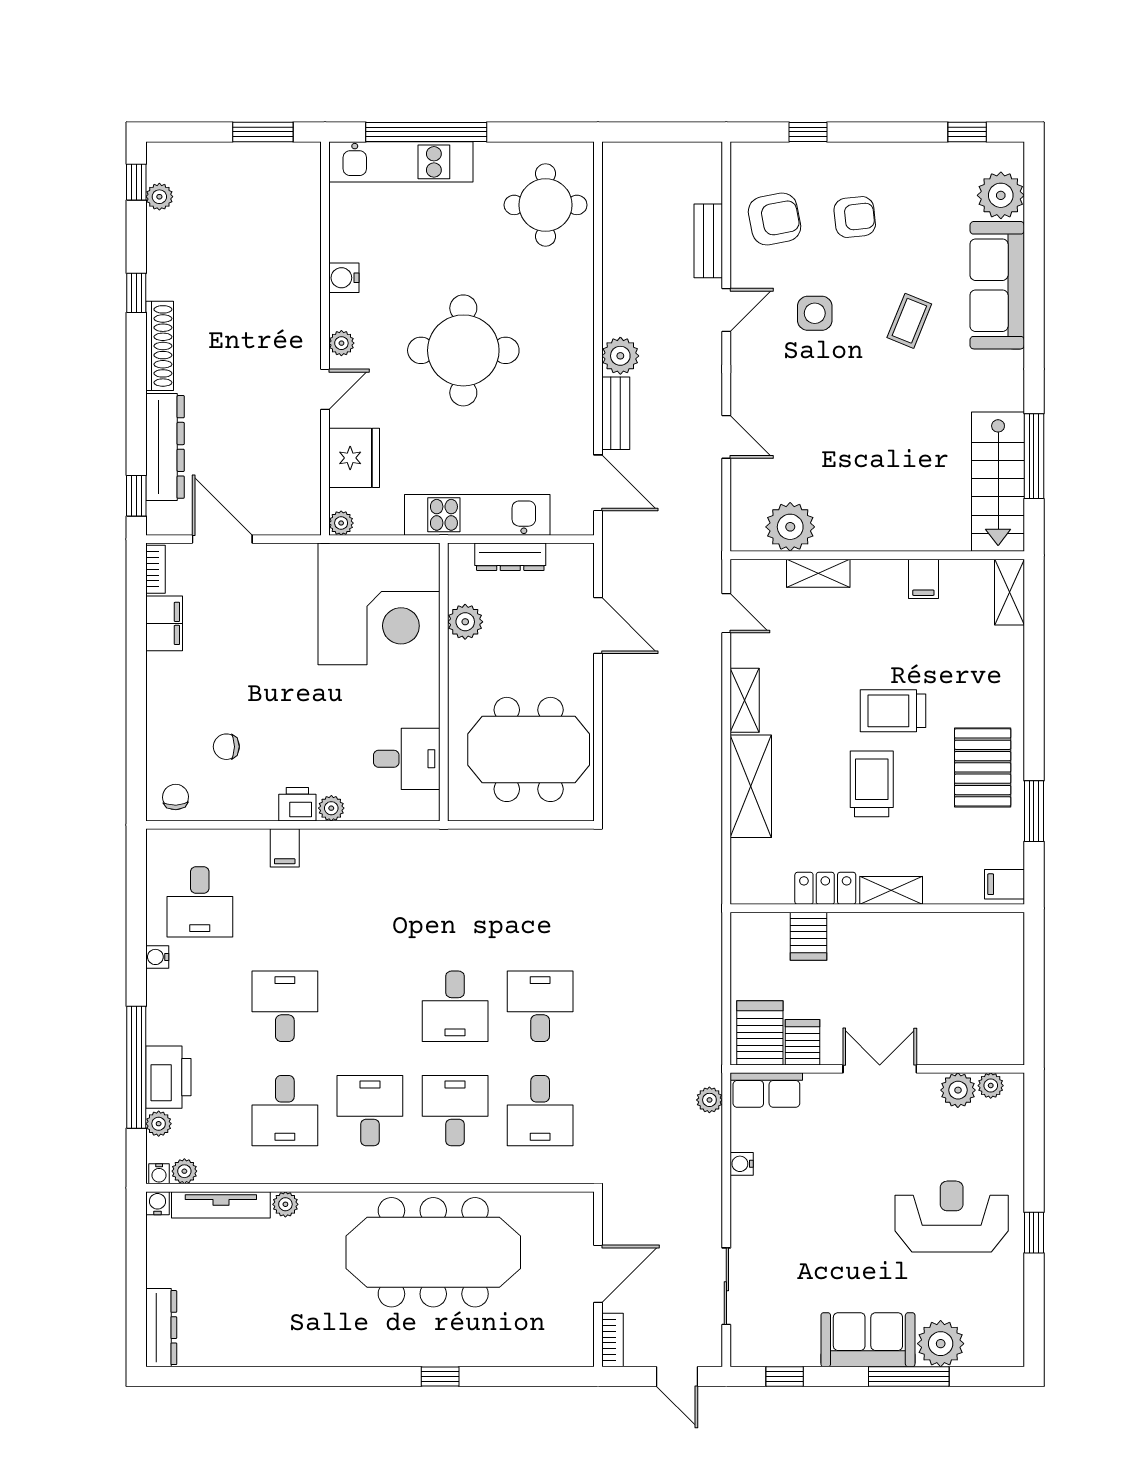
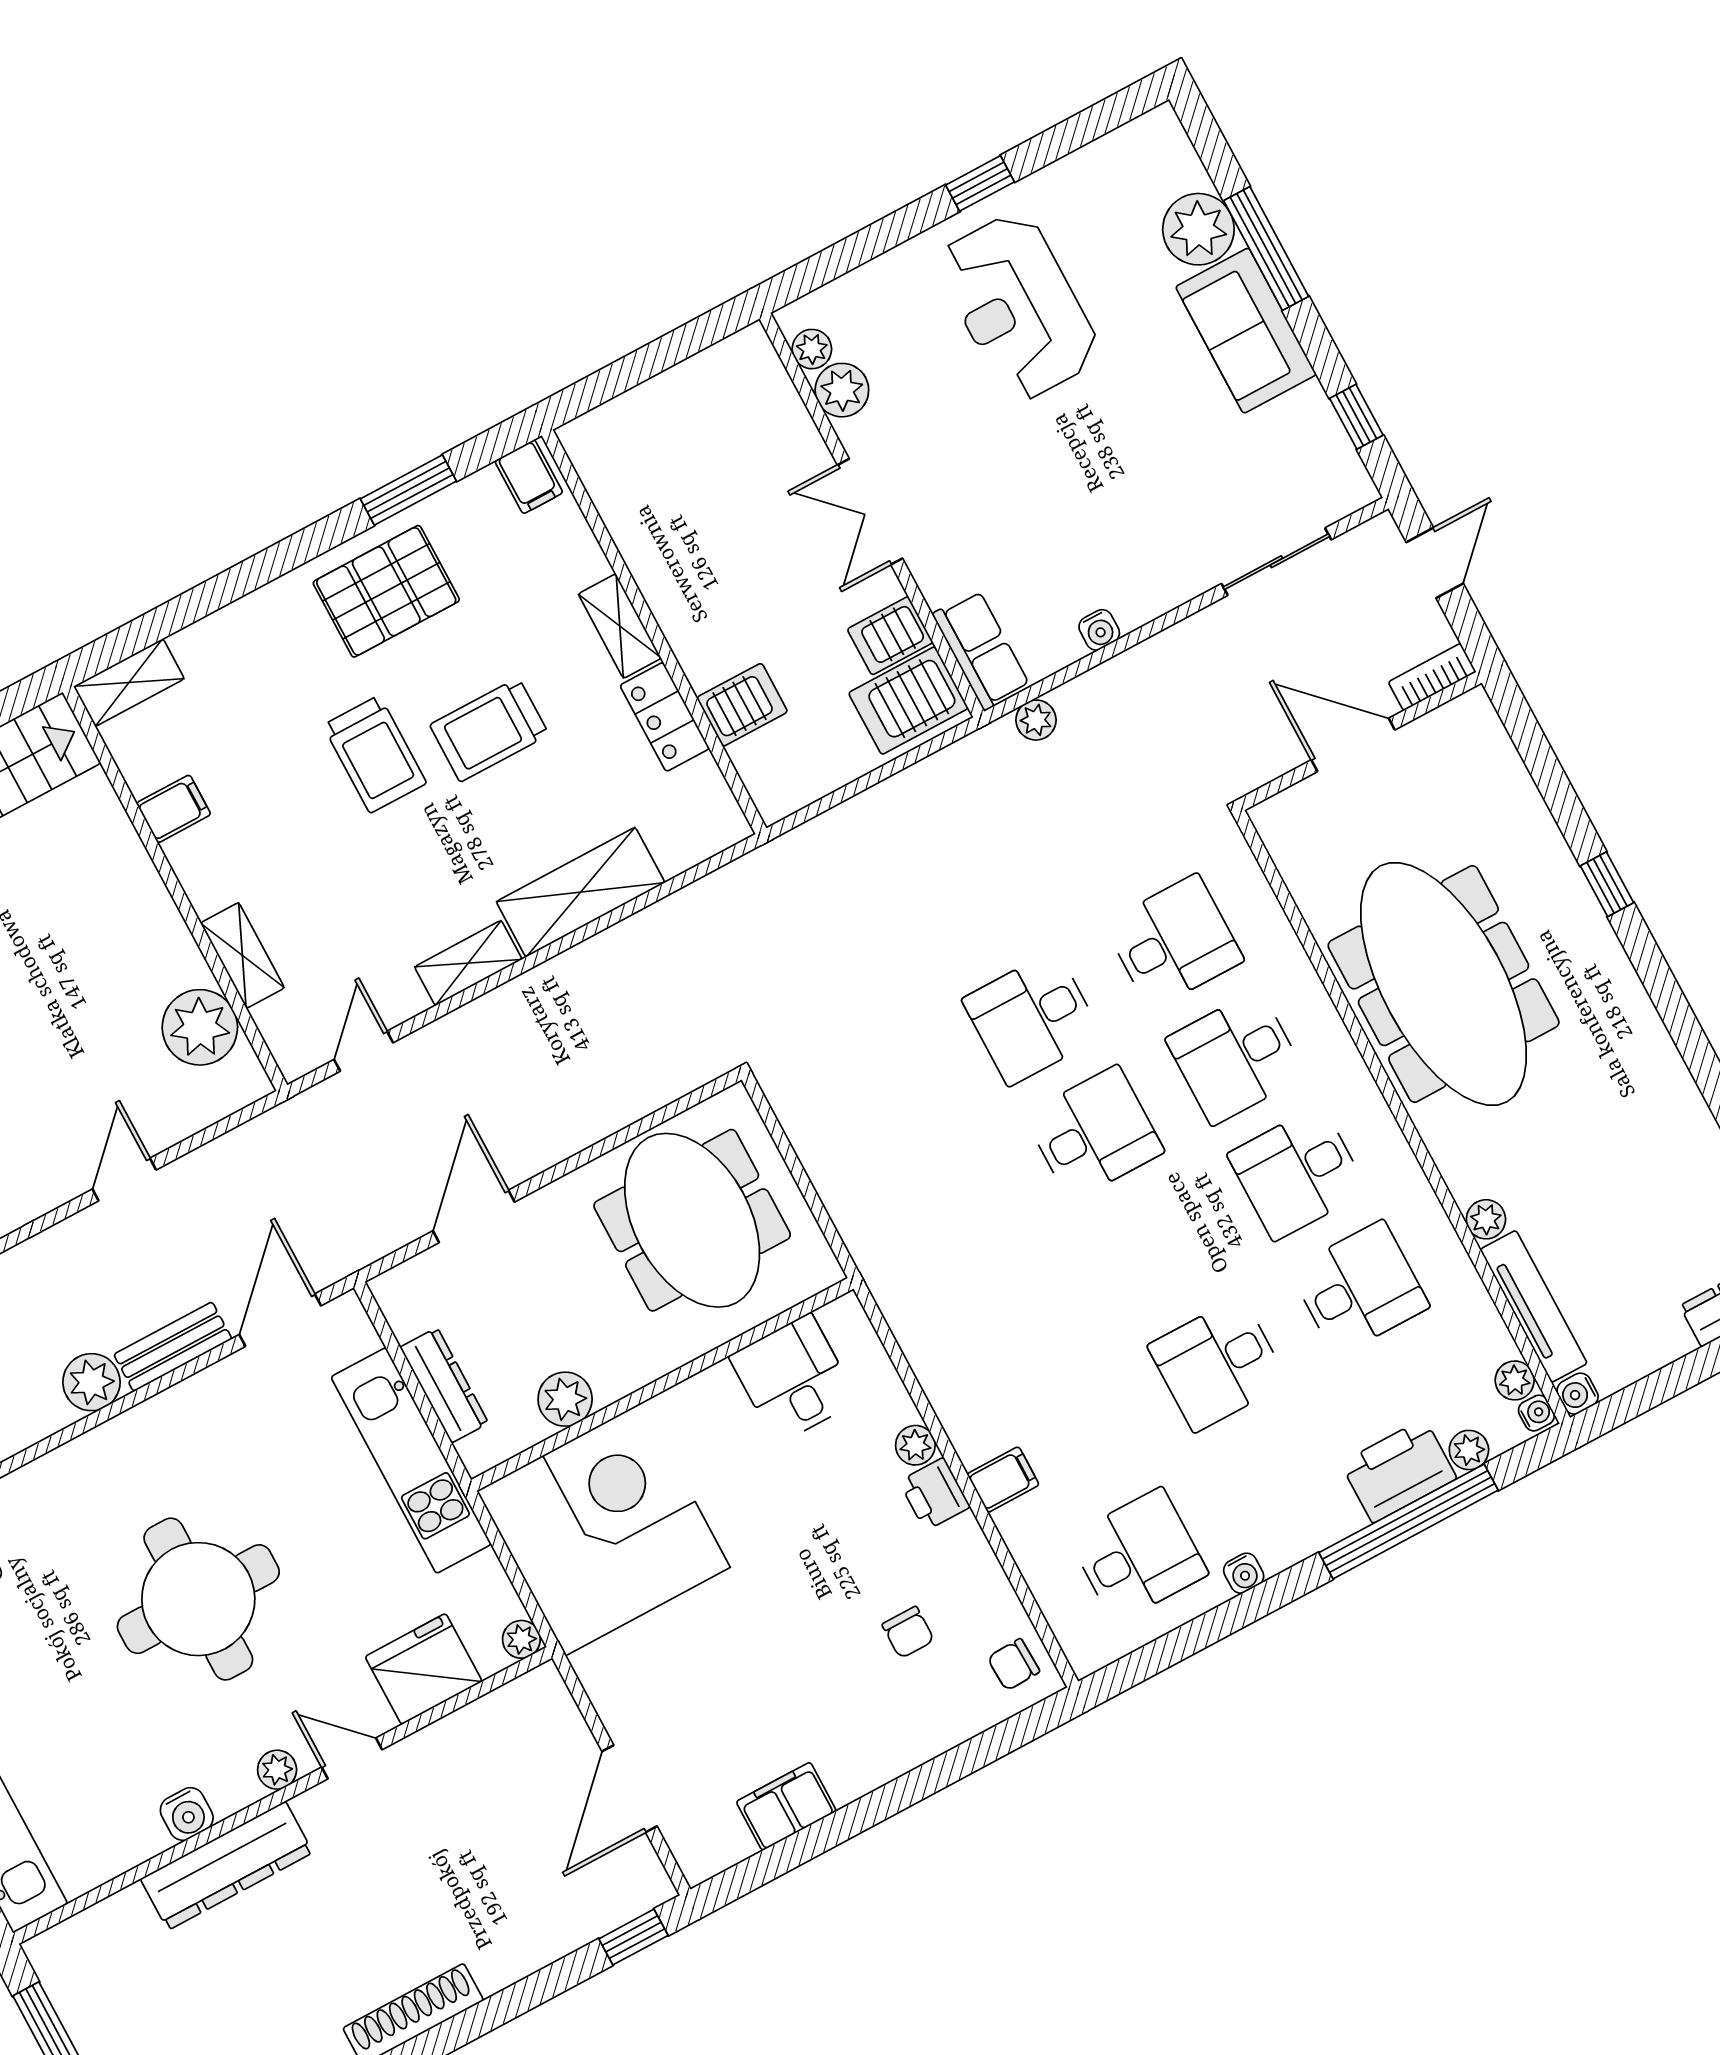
dresser: (165, 447) -> (227, 1866), moved, turned 180
bookcase: (155, 569) -> (719, 1857), removed

